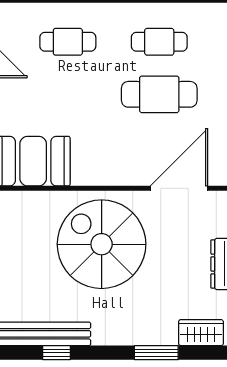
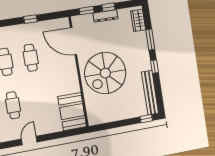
cafe table: (159, 94) -> (31, 58), width x0.73, depth x0.74
window: (57, 353) -> (154, 67), moved

